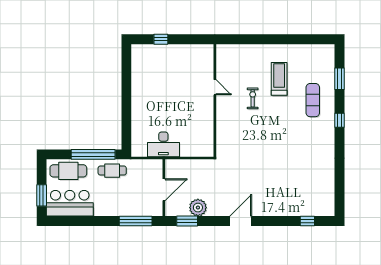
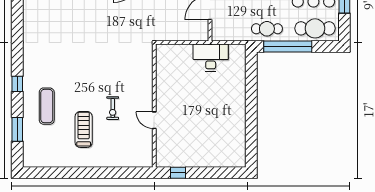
window: (161, 39) -> (178, 173), moved
treadmill: (279, 79) -> (84, 129), turned 180

